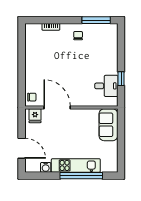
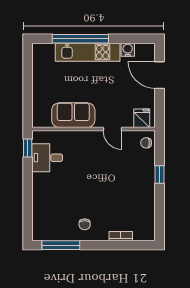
window: (22, 73) -> (159, 174), added
window: (121, 79) -> (28, 148), moved
door: (57, 108) -> (112, 129), width x0.53
sofa: (108, 125) -> (73, 115), moved, turned -90

